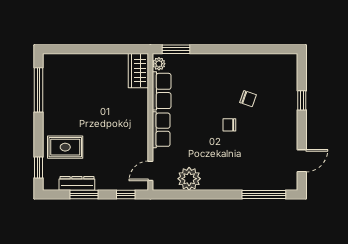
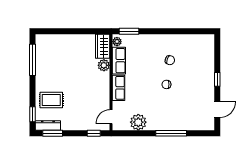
plant: (140, 98) -> (104, 65), added
chair: (248, 99) -> (170, 60), moved
window: (302, 100) -> (217, 79), moved
dresser: (77, 183) -> (48, 125), moved
window: (84, 194) -> (53, 133), moved
window: (264, 194) -> (171, 133), moved

